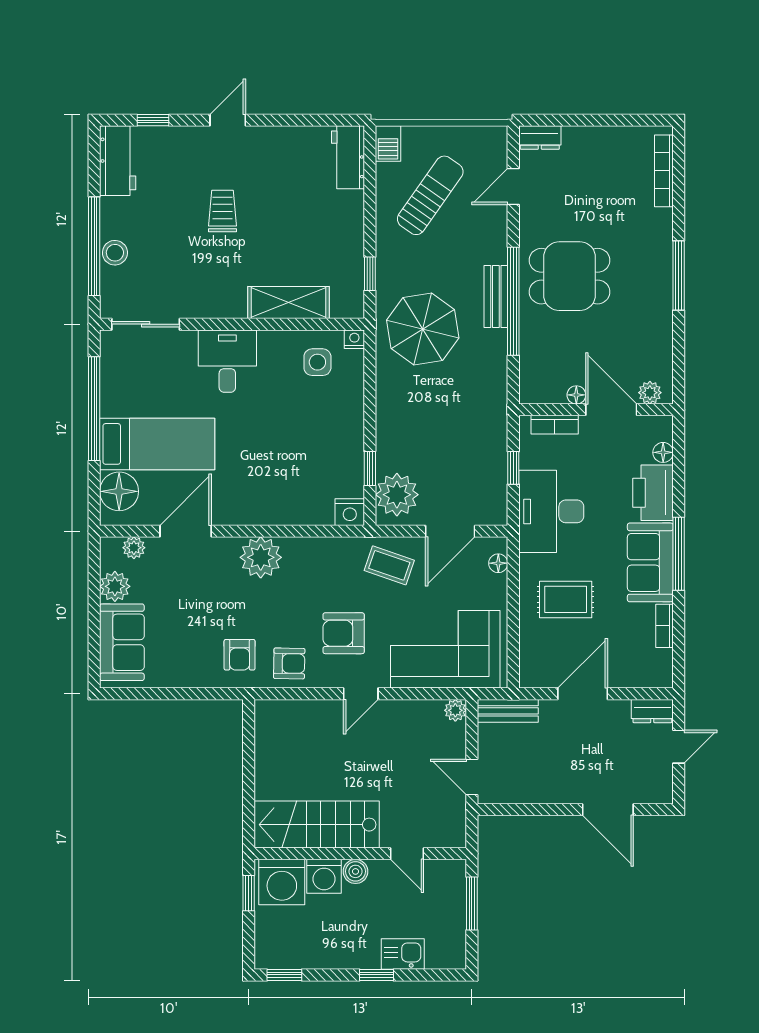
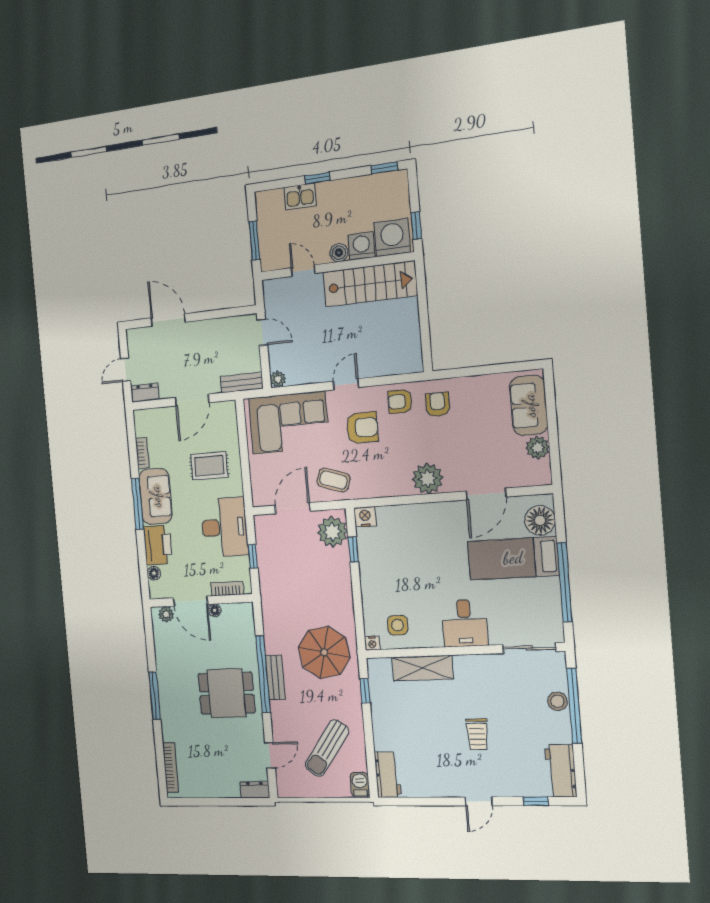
plant: (134, 548) -> (525, 478), removed
floor lamp: (498, 563) -> (257, 488), removed

